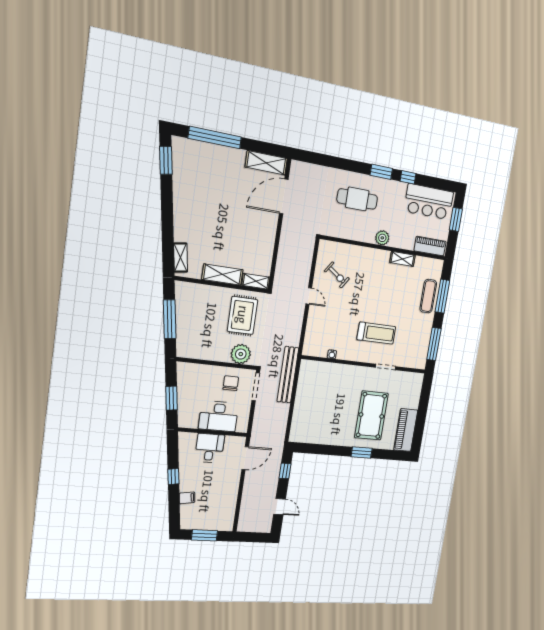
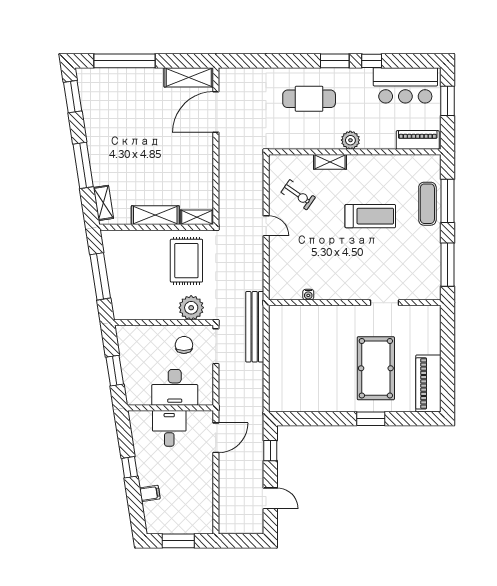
window: (167, 222) -> (83, 165), added
shelving: (402, 259) -> (330, 162), moved
treadmill: (376, 333) -> (370, 216), moved

